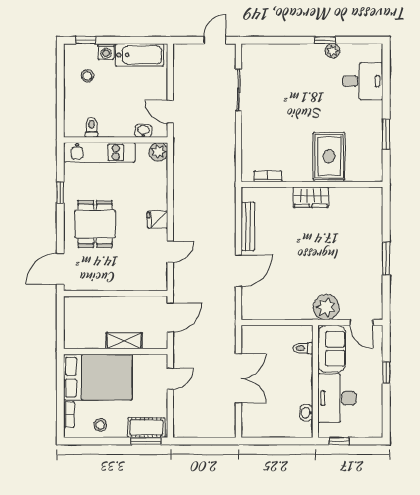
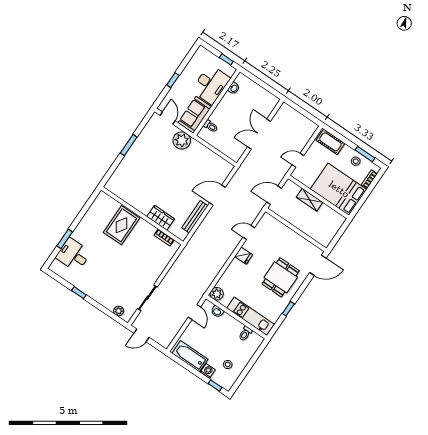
plant: (332, 51) -> (119, 311), moved
window: (386, 134) -> (65, 239), moved
wardrobe: (311, 197) -> (161, 218), moved
window: (146, 441) -> (365, 154), moved

